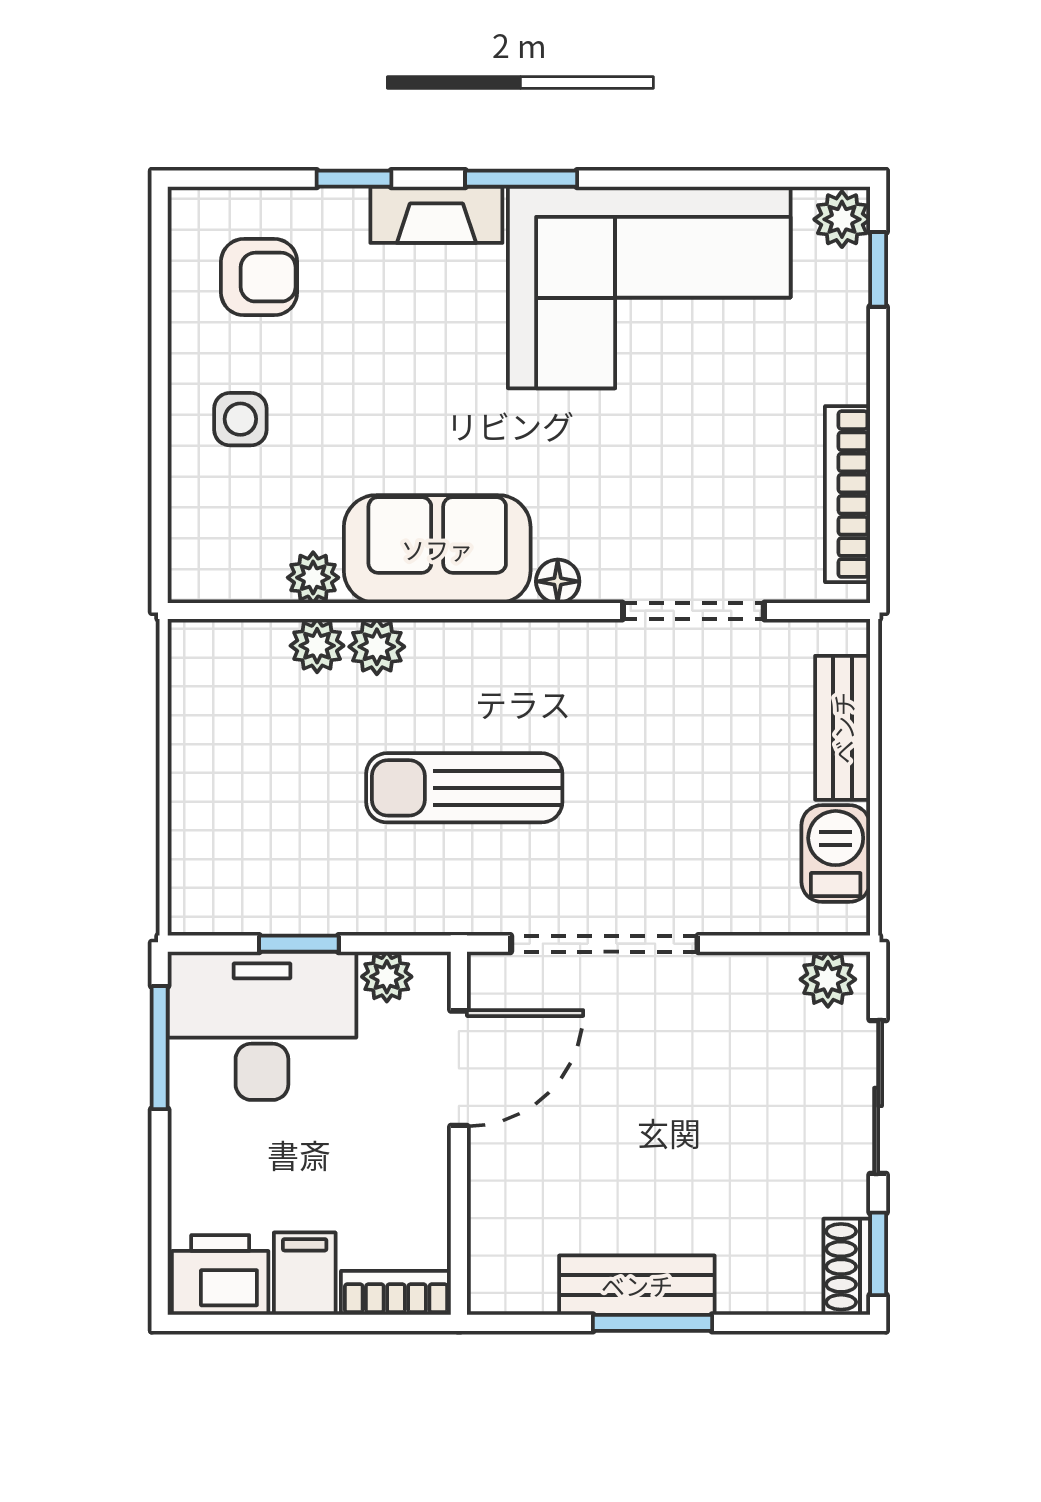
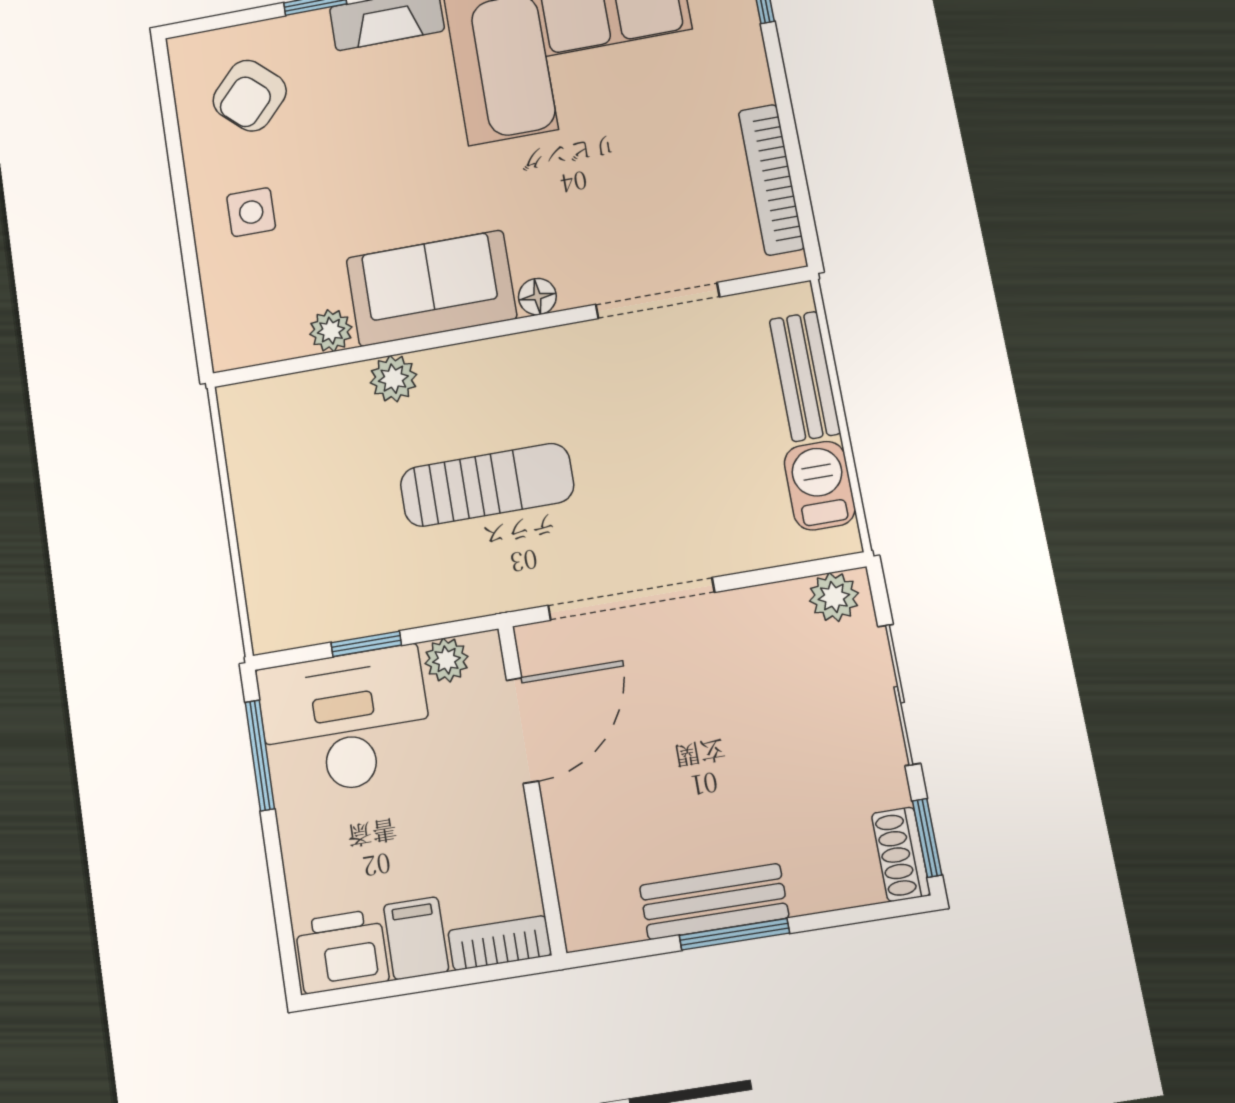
armchair: (259, 277) -> (250, 96), turned 133
plant: (317, 646) -> (343, 387), removed
sun lounger: (464, 788) -> (487, 485), turned 180

